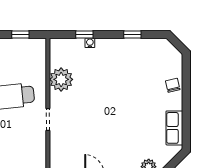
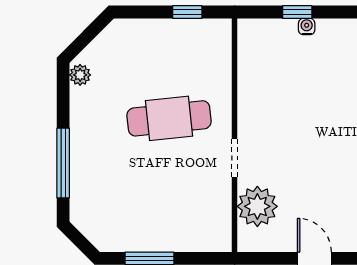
plant: (61, 79) -> (257, 206), moved

